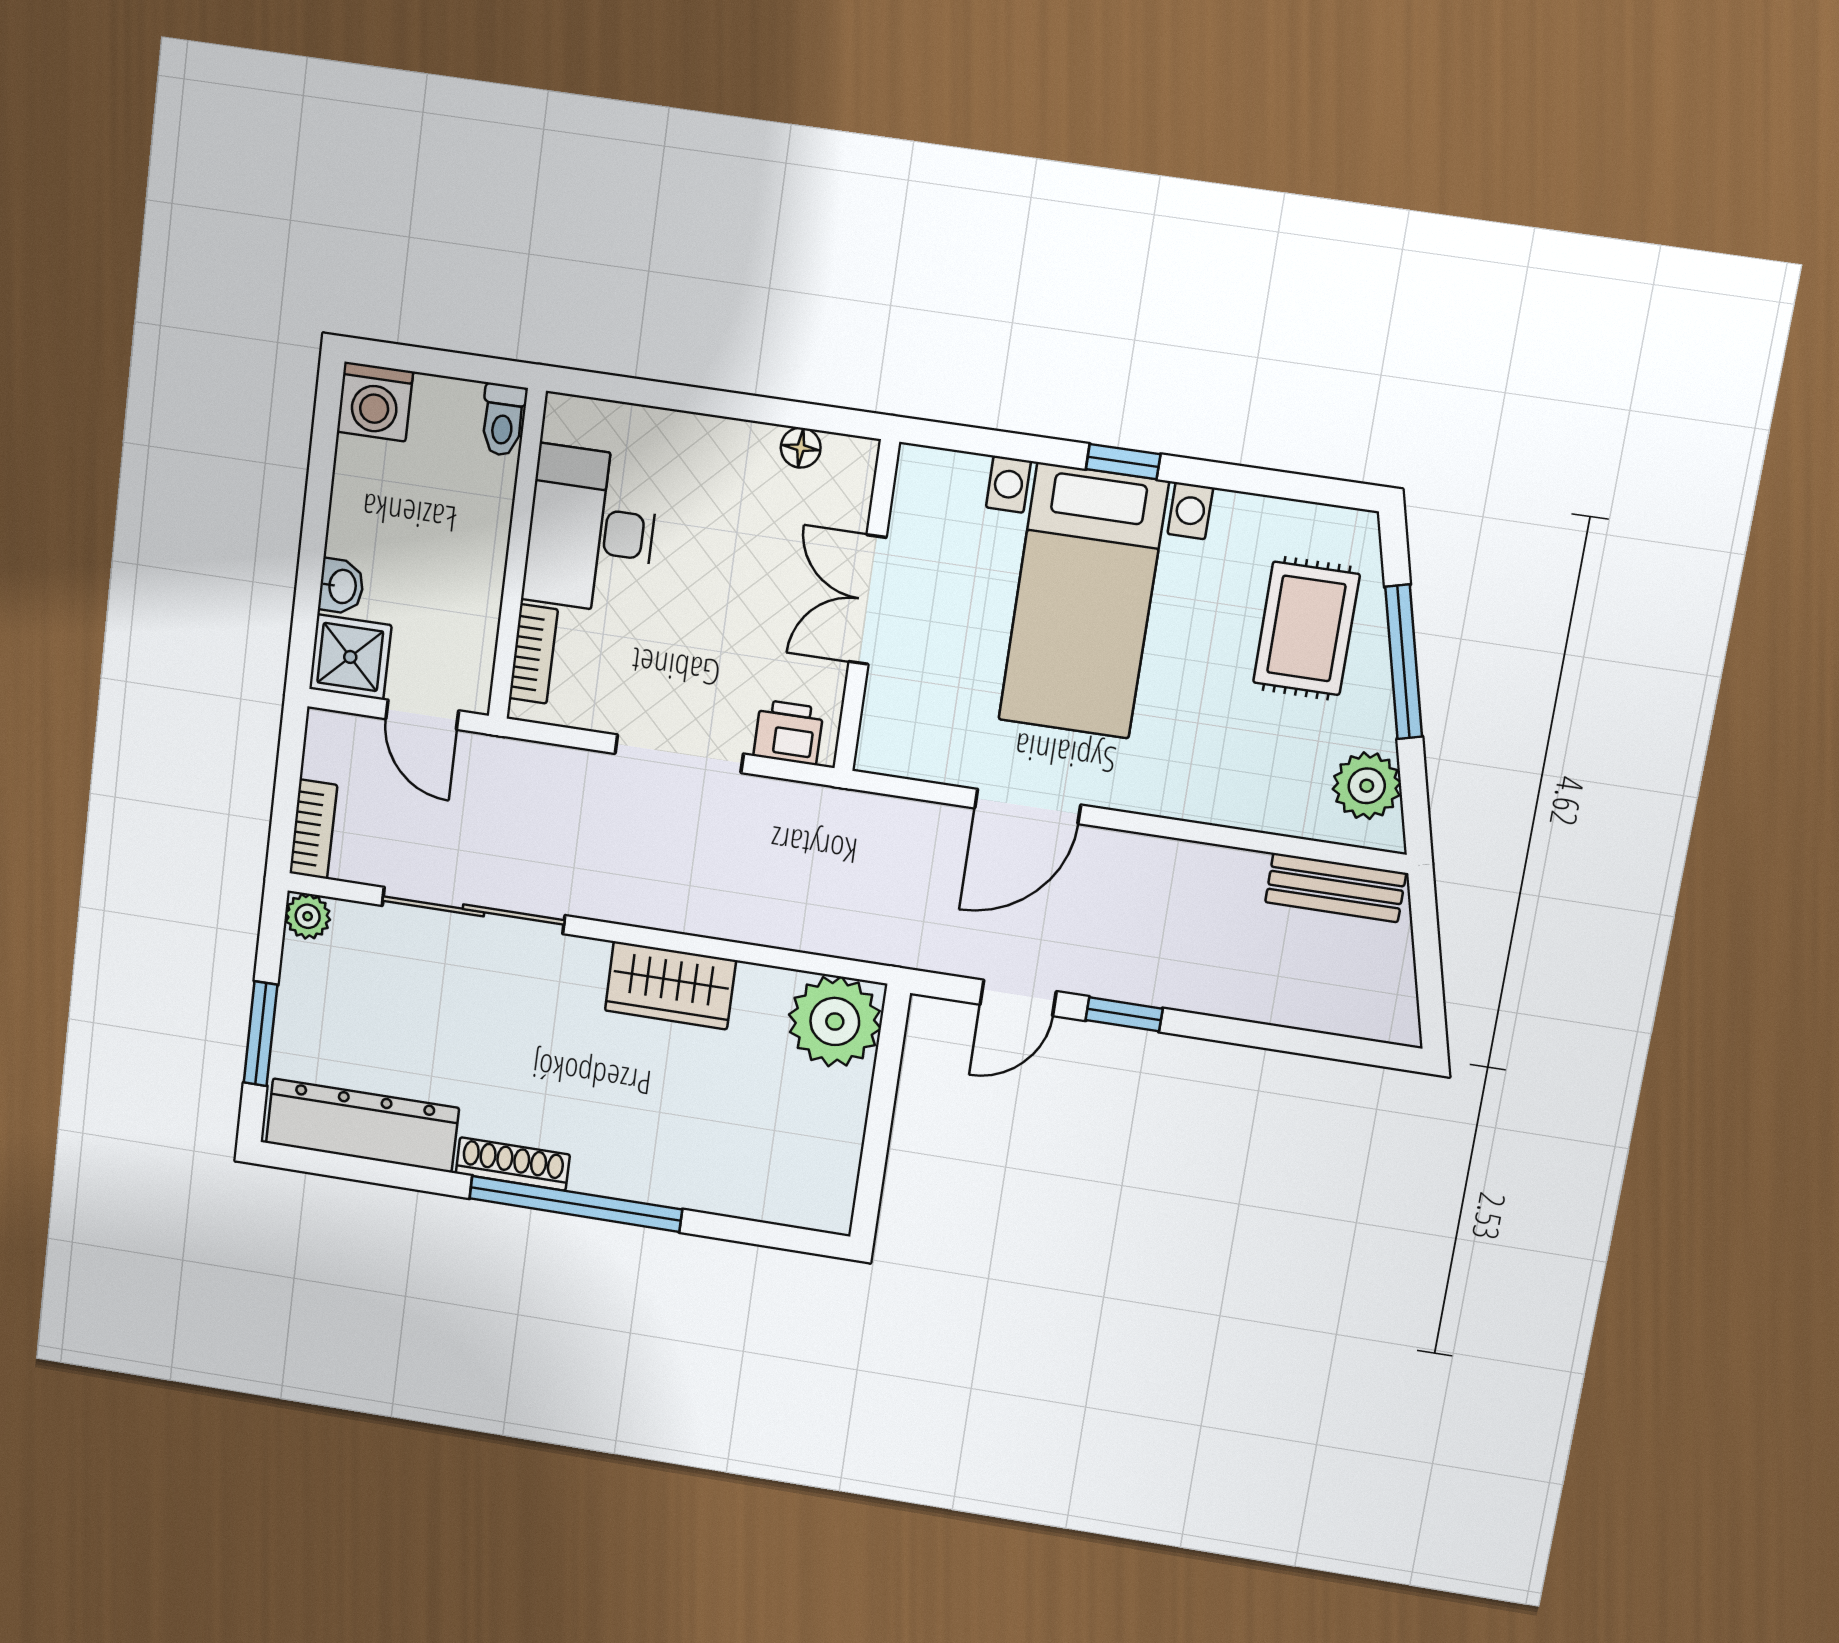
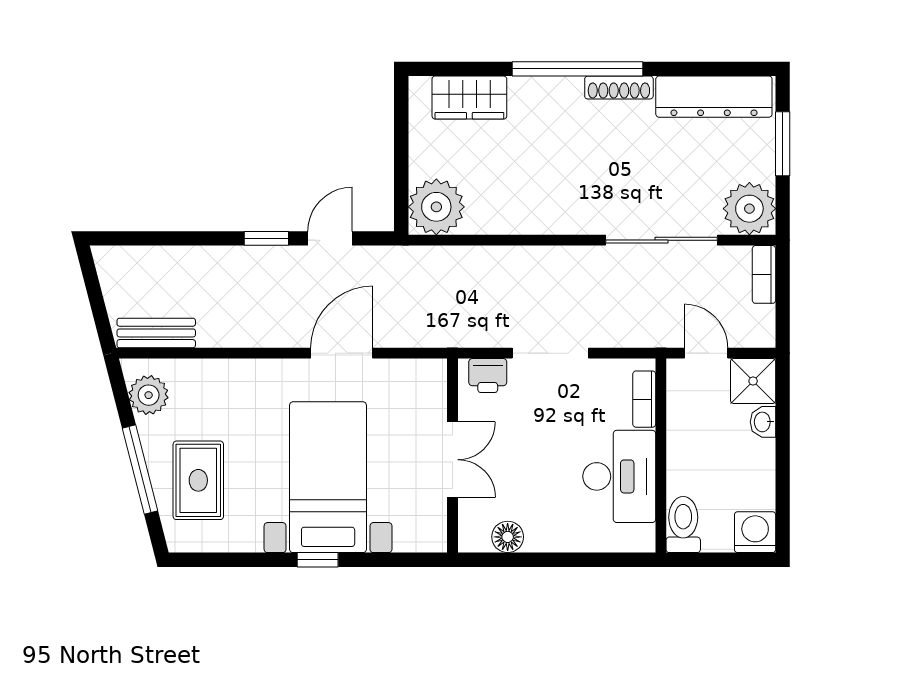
toilet: (503, 420) -> (683, 525), width x1.37, depth x1.39
floor lamp: (801, 448) -> (508, 537), width x1.37, depth x1.37
plant: (308, 916) -> (749, 209), width x1.88, depth x1.88
wardrobe: (670, 985) -> (469, 98), moved, turned 180

